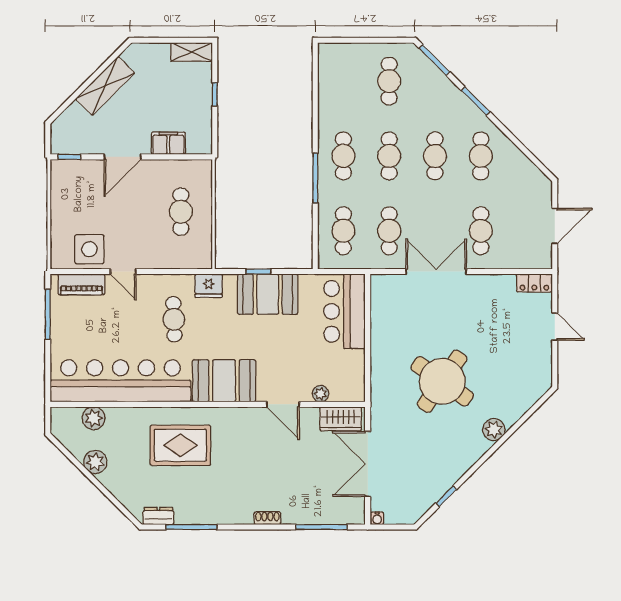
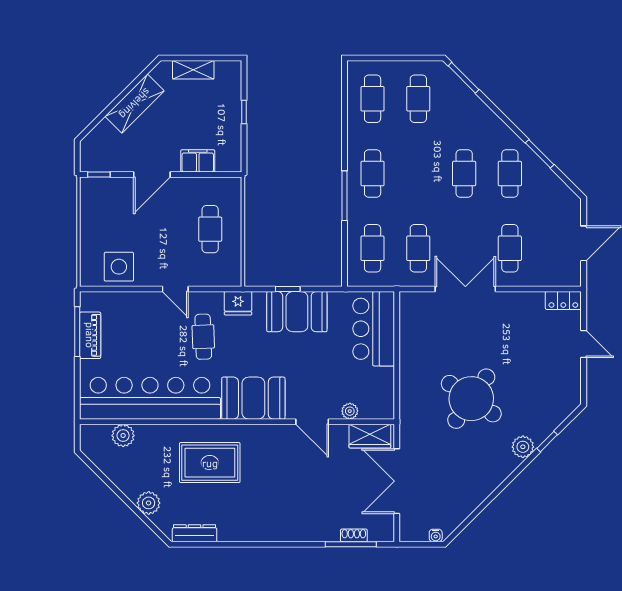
shelving: (192, 52) -> (193, 70), moved
window: (476, 101) -> (540, 154), moved
cafe table: (389, 156) -> (373, 99), moved
door: (123, 272) -> (175, 289), moved
piano: (81, 284) -> (90, 335), moved, turned -90
plant: (95, 462) -> (149, 503), moved
window: (446, 496) -> (547, 442), moved
dresser: (158, 516) -> (195, 533), width x1.44
shoe rack: (267, 518) -> (354, 535), moved
water cooler: (377, 518) -> (436, 535), moved
window: (191, 527) -> (221, 544), removed

